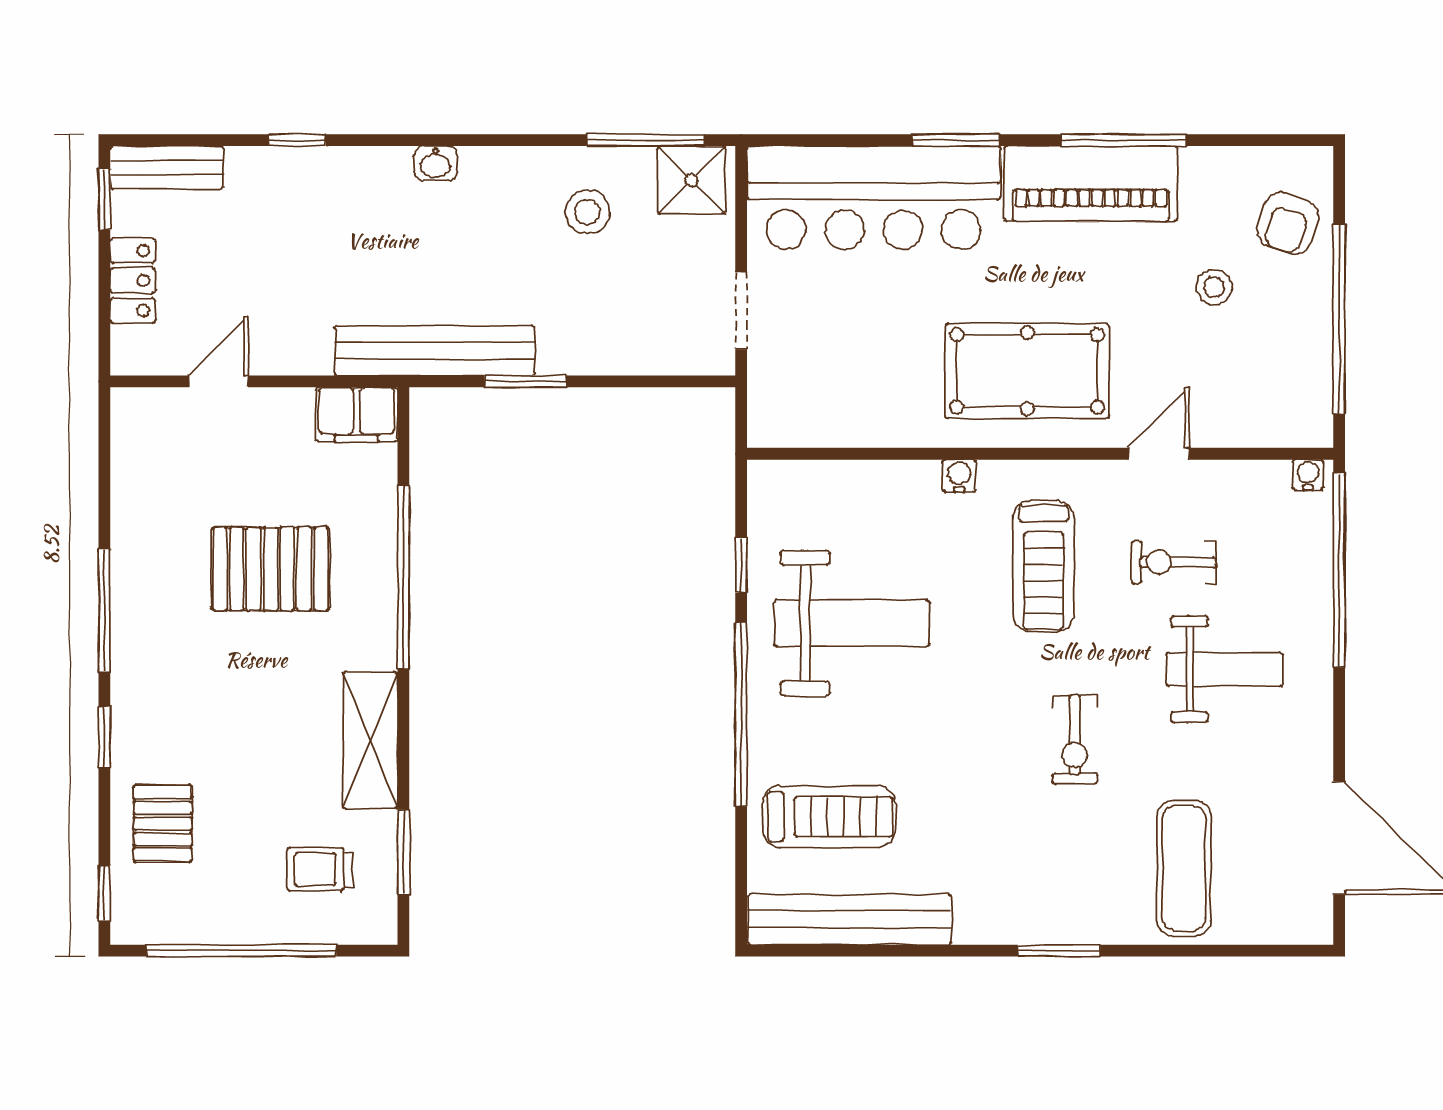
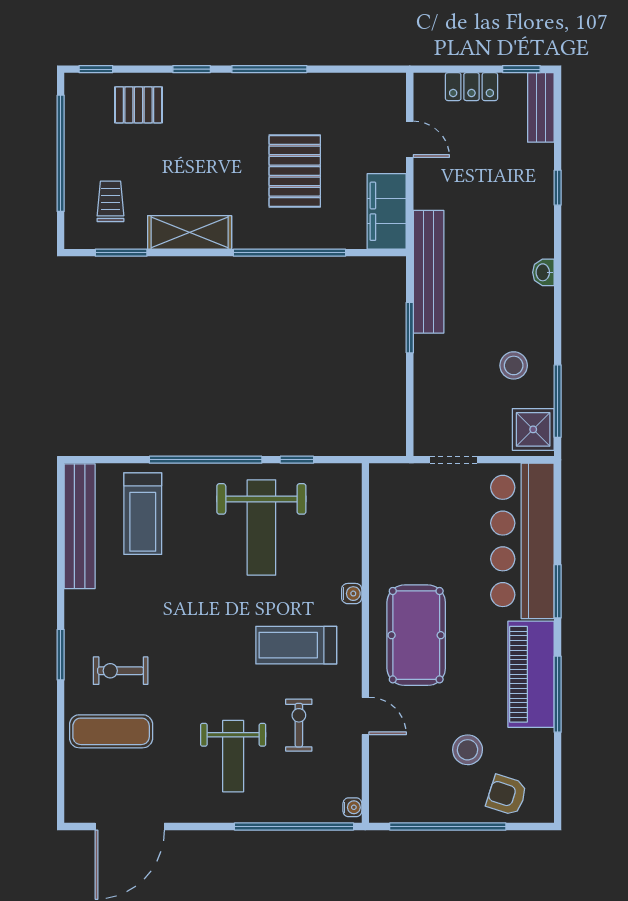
stool: (1214, 287) -> (468, 750), width x1.37, depth x1.37
filing cabinet: (357, 414) -> (387, 211), width x1.50, depth x1.17
exercise bike: (1075, 739) -> (121, 671), moved

